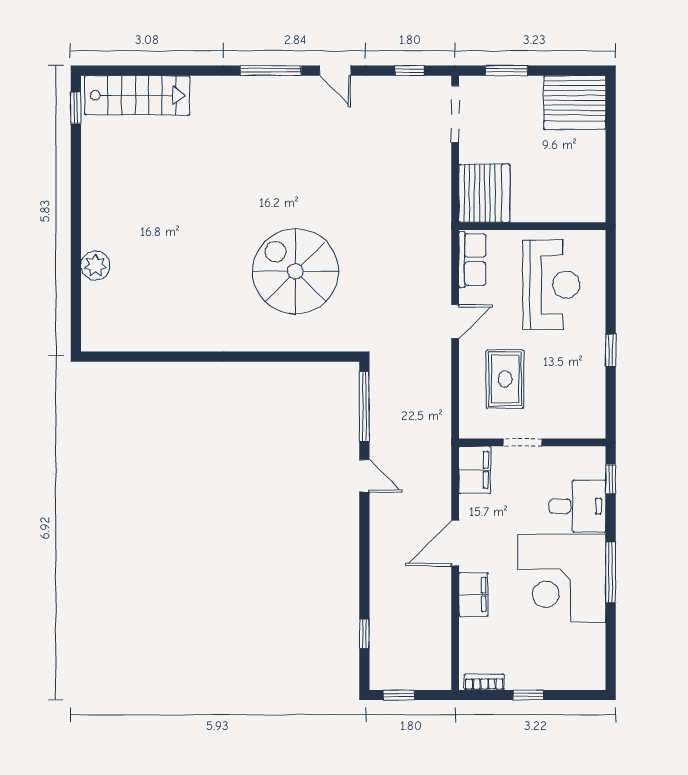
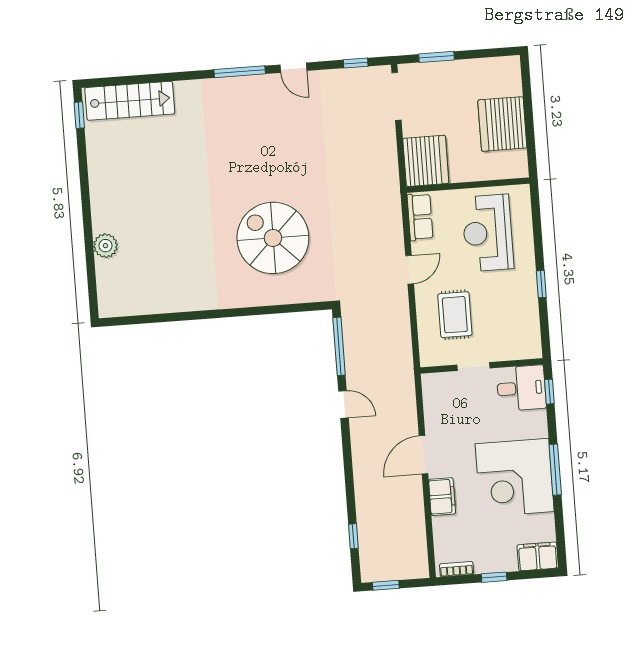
server rack: (575, 103) -> (502, 124), moved, turned 90
reception desk: (551, 285) -> (488, 233), turned 180
filing cabinet: (475, 470) -> (538, 556), moved, turned -90
desk: (577, 506) -> (521, 388), moved

